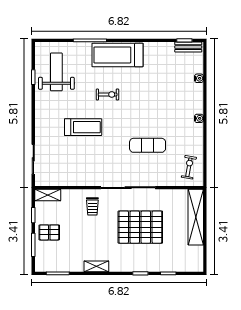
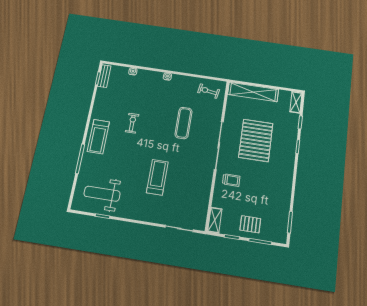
treadmill: (117, 55) -> (98, 137), width x0.73, depth x0.73
exercise bike: (108, 94) -> (132, 123), moved
pallet: (49, 232) -> (250, 224), turned 90
shelving: (96, 266) -> (296, 102), moved

